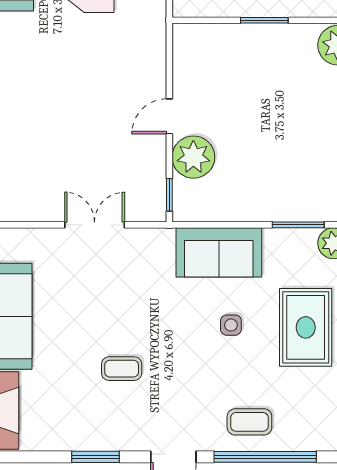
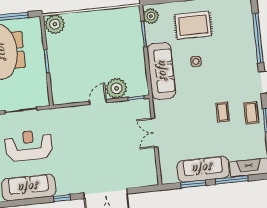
door: (169, 116) -> (98, 102), swing flipped
sofa: (219, 252) -> (161, 71), width x1.36
coffee table: (249, 422) -> (251, 113), moved

